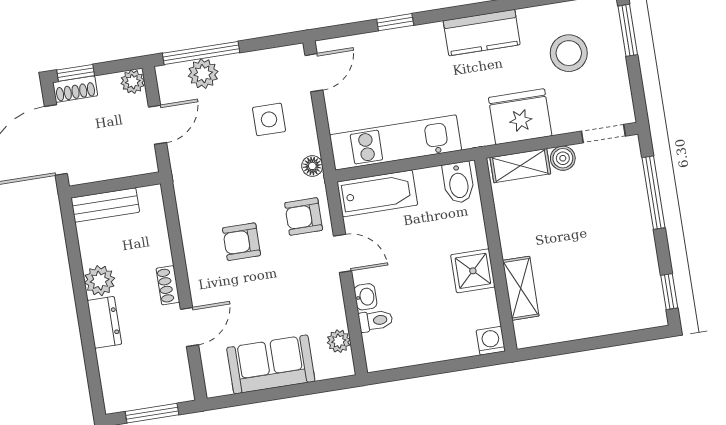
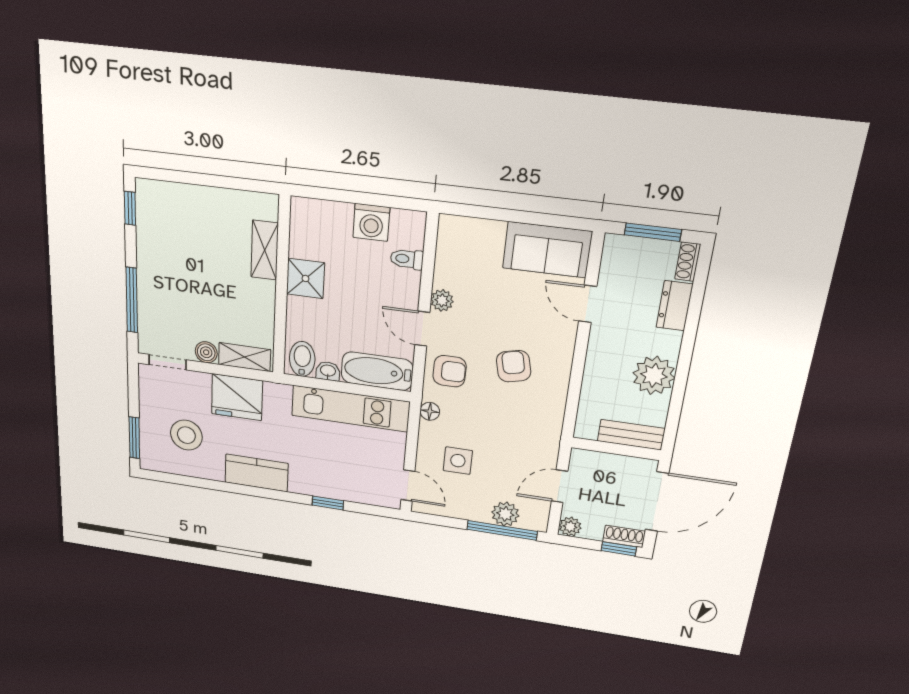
door: (314, 73) -> (408, 485), swing flipped
armchair: (242, 242) -> (514, 366), turned -103
plant: (100, 281) -> (654, 375), width x1.36, depth x1.36
shoe rack: (168, 285) -> (688, 262), moved, turned 180
washbasin: (366, 297) -> (328, 371), moved, turned 90
dresser: (104, 322) -> (675, 306), moved
door: (189, 327) -> (588, 304), hinge flipped
plant: (339, 341) -> (442, 300), moved
washing machine: (491, 341) -> (371, 222), moved, width x1.38, depth x1.38
sofa: (271, 364) -> (547, 250), moved

